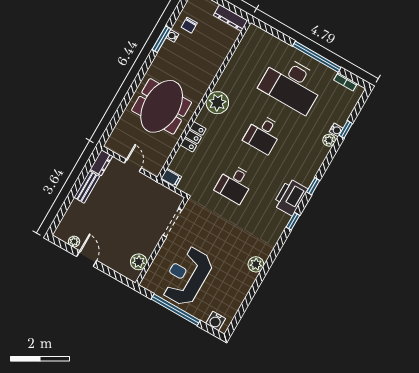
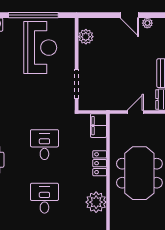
door: (133, 165) -> (135, 112), swing flipped
filing cabinet: (171, 178) -> (98, 126), width x2.00

